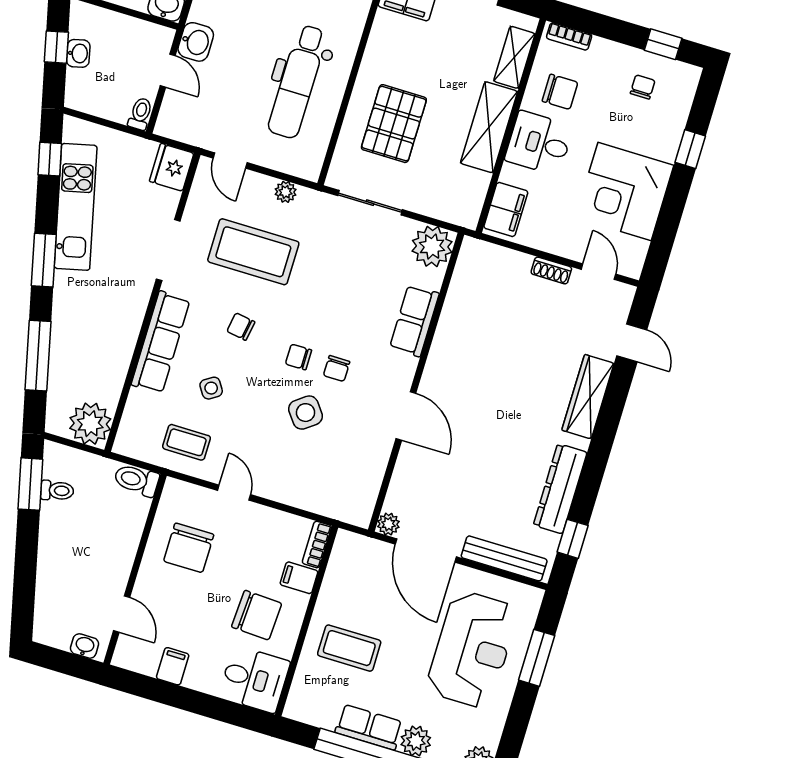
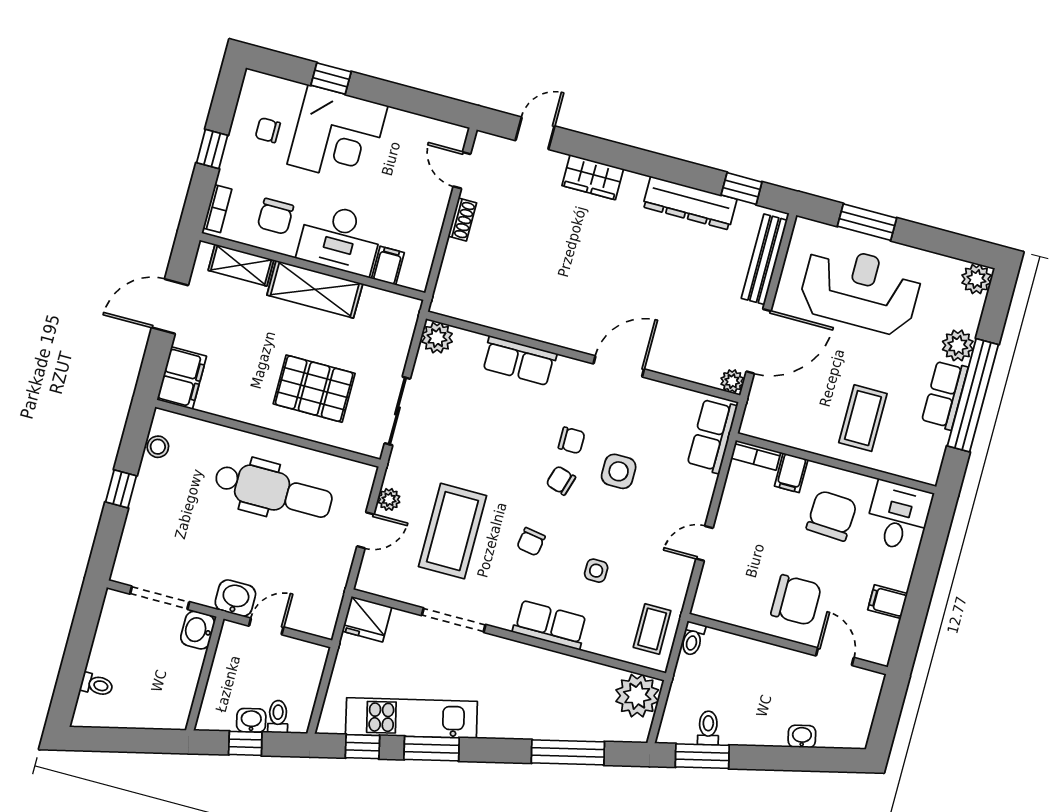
window: (663, 44) -> (212, 149), moved
chair: (560, 92) -> (275, 216), turned 180
toilet: (140, 114) -> (278, 717), moved, turned 77
desk: (539, 143) -> (340, 239), width x1.37
door: (230, 160) -> (365, 530), moved
corner desk: (625, 192) -> (337, 135), moved
filing cabinet: (506, 209) -> (388, 266), width x0.50
plant: (432, 246) -> (437, 338), width x0.73, depth x0.73
window: (44, 260) -> (432, 749), moved
door: (599, 272) -> (462, 170), hinge flipped
row of seats: (161, 342) -> (550, 625), width x0.68
chair: (299, 357) -> (561, 480), turned 107
side table: (211, 388) -> (596, 571), turned 33
wardrobe: (588, 397) -> (593, 177), width x0.67
side table: (306, 413) -> (619, 471), turned 37
coffee table: (187, 442) -> (652, 629), moved
toilet: (136, 480) -> (693, 639), width x0.73, depth x0.72
row of seats: (337, 503) -> (712, 436), added
chair: (189, 548) -> (796, 600), moved
door: (122, 614) -> (835, 657), hinge flipped
washbasin: (85, 646) -> (802, 736), moved, turned 77

